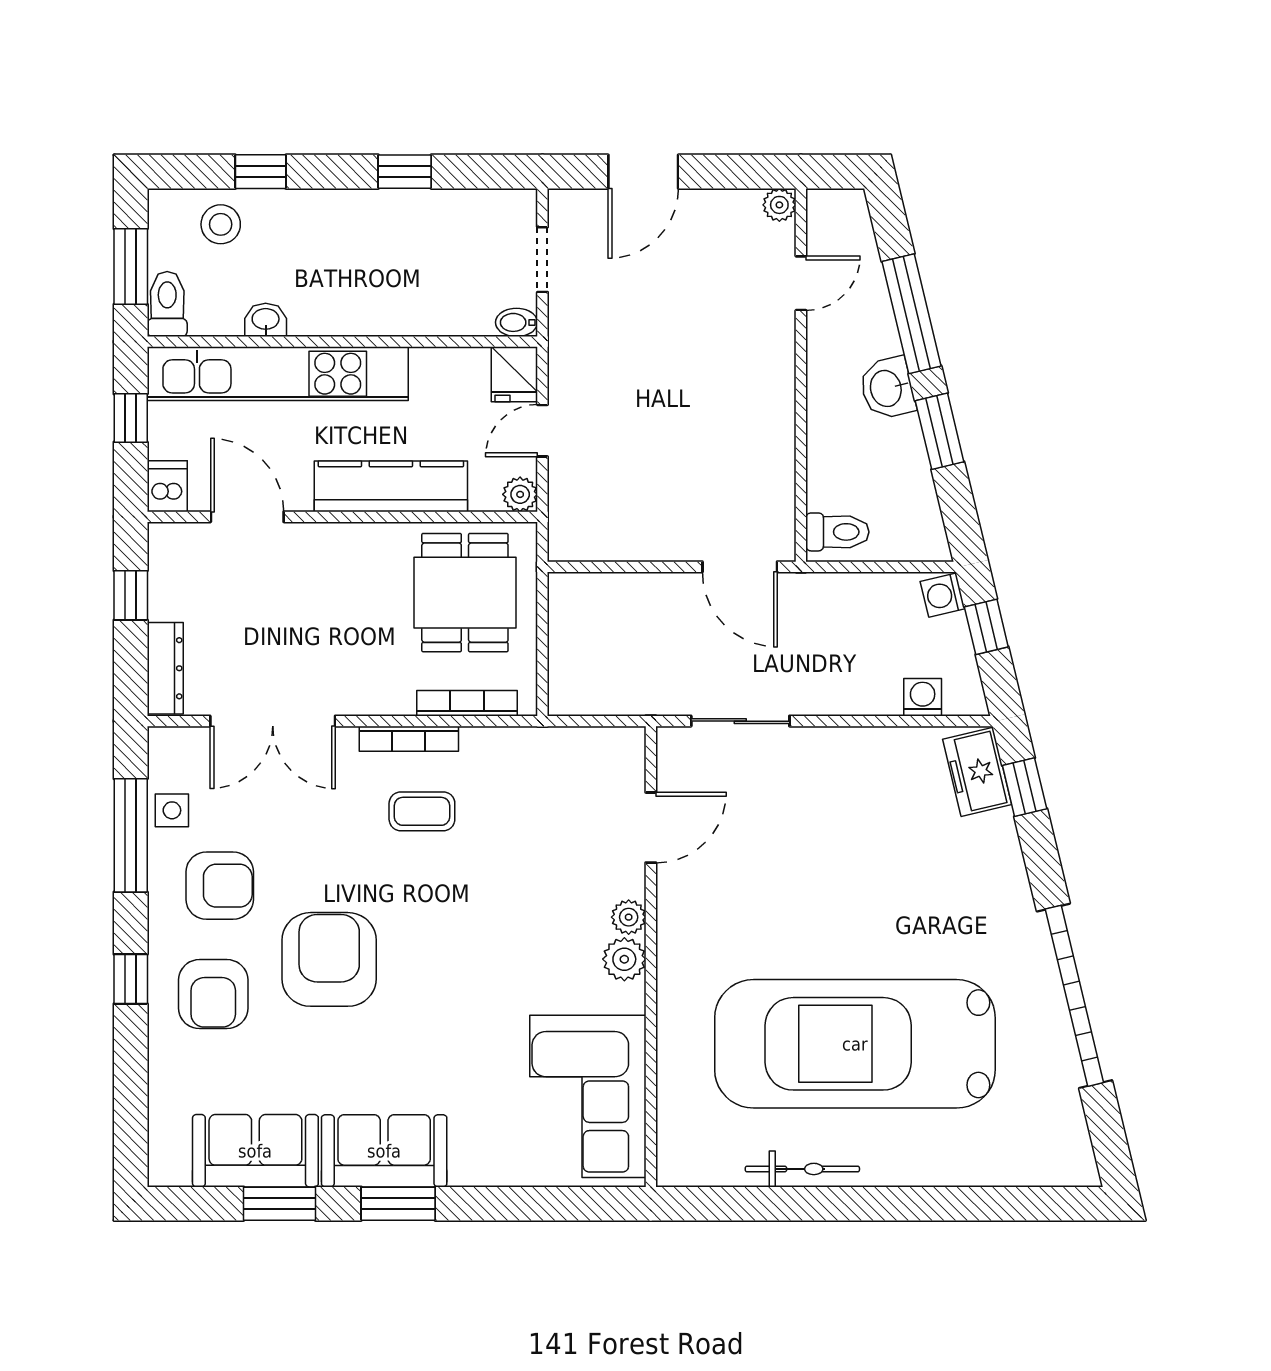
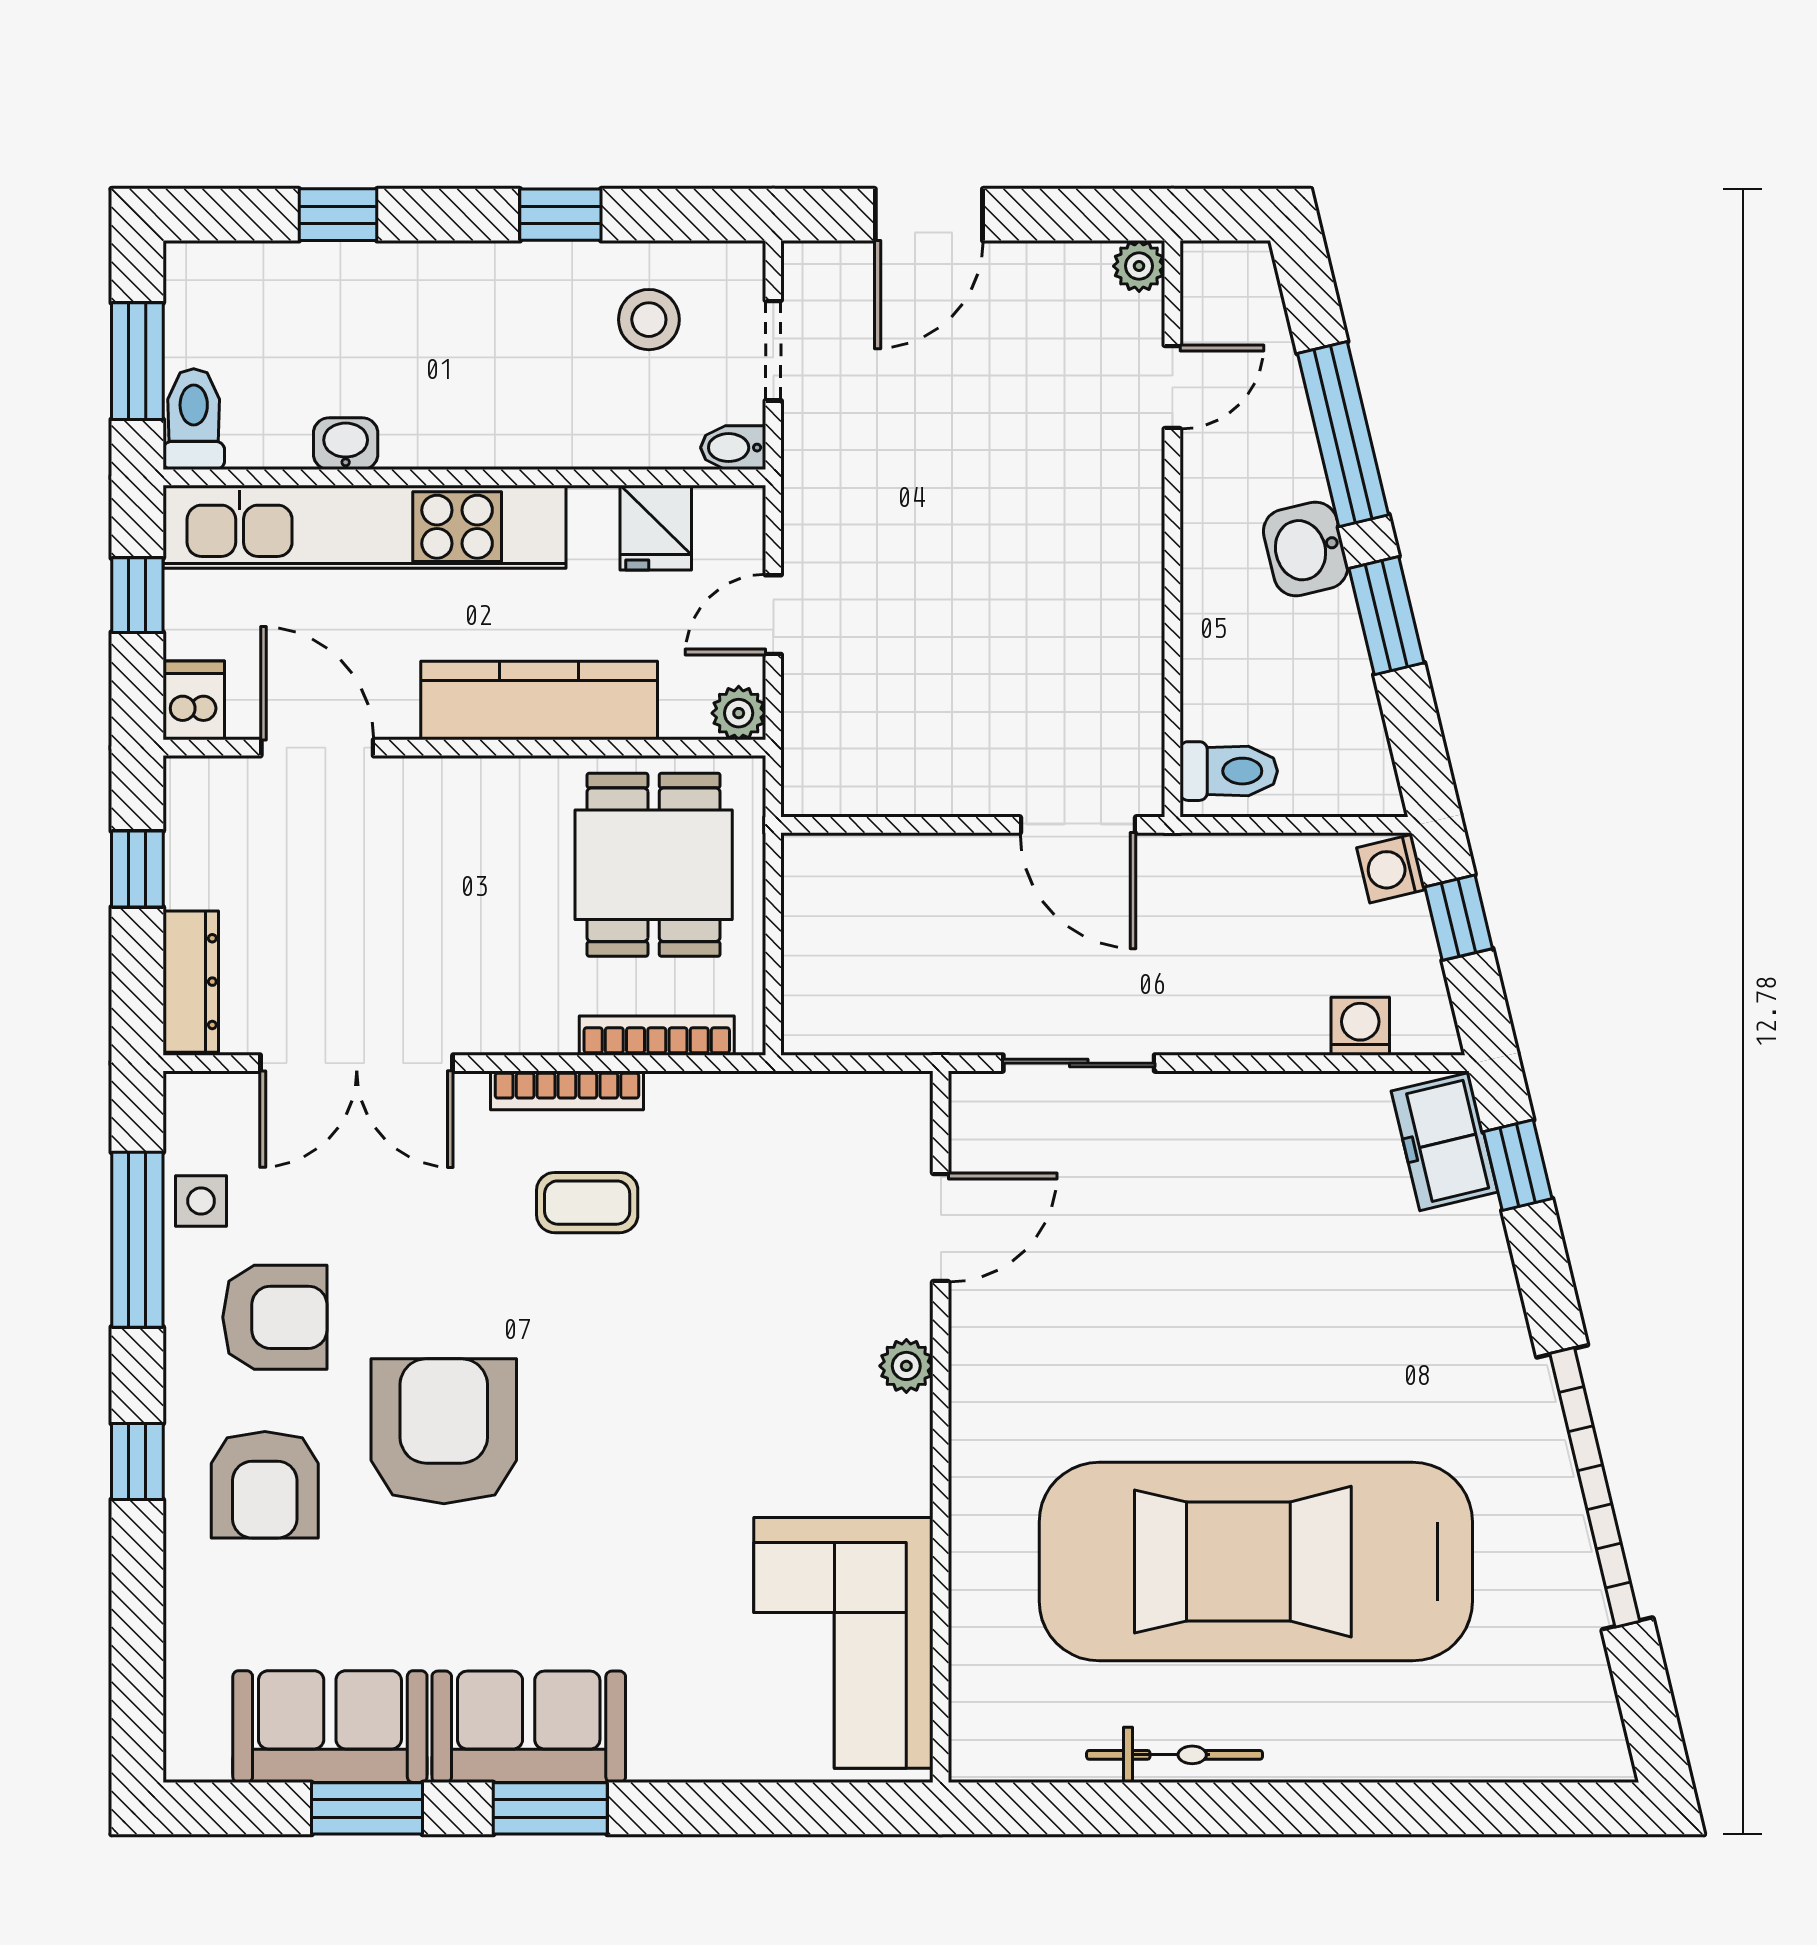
stool: (221, 224) -> (649, 320), moved
fridge: (514, 374) -> (656, 528), moved
plant: (624, 959) -> (900, 1431), removed

